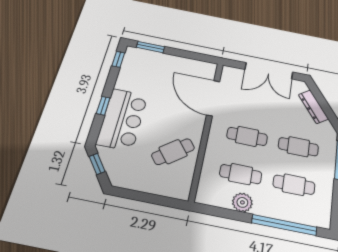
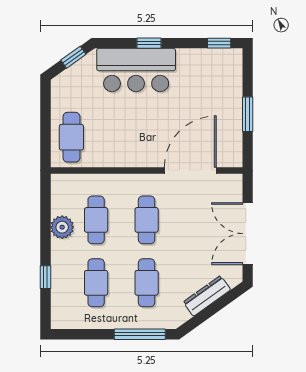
window: (150, 47) -> (248, 114), moved
cafe table: (173, 152) -> (71, 137), moved, turned 38
window: (284, 225) -> (45, 277), width x0.32

